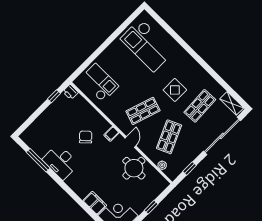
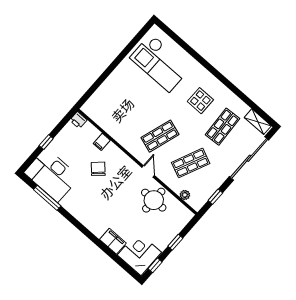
checkout: (99, 83) -> (109, 108), removed
display table: (175, 90) -> (200, 101), moved
window: (54, 96) -> (46, 142), moved
filing cabinet: (111, 134) -> (102, 142), moved
shop shelf: (169, 137) -> (191, 163), turned 48
desk: (61, 162) -> (52, 175), moved, width x1.36, depth x1.30

